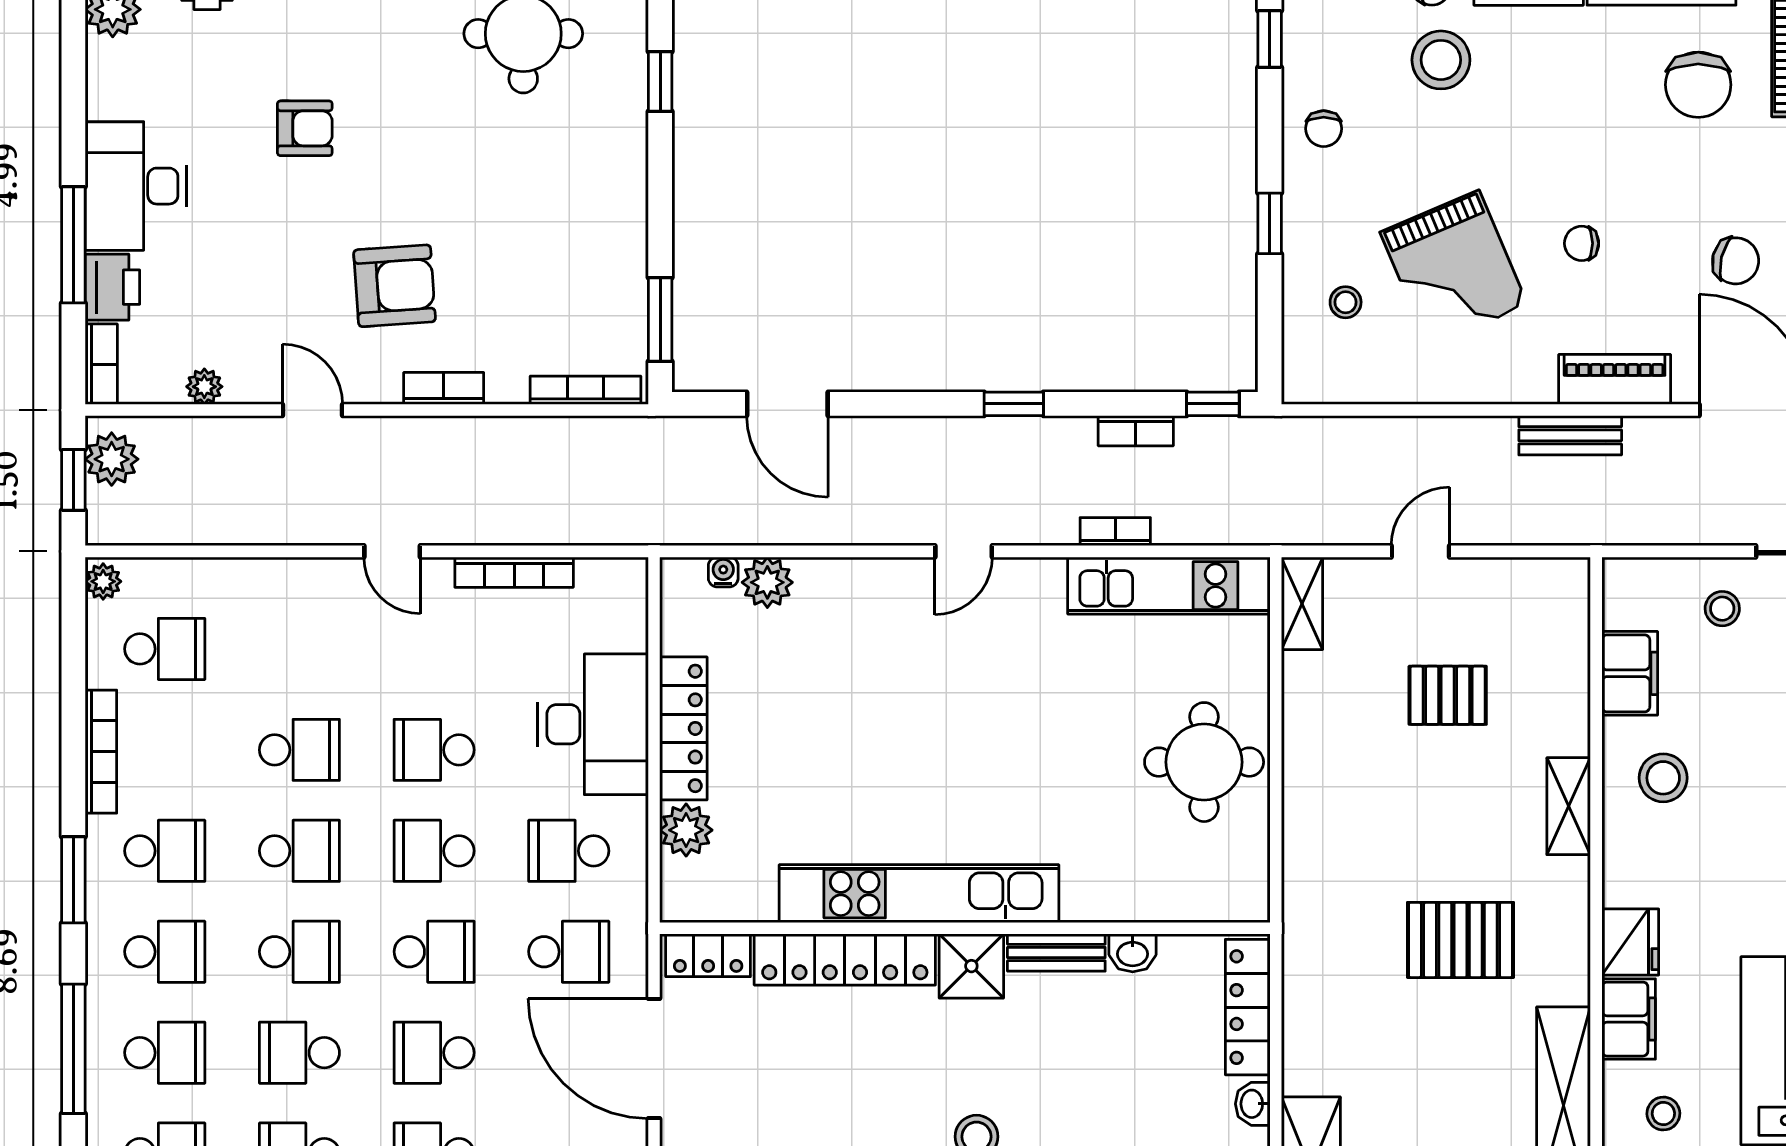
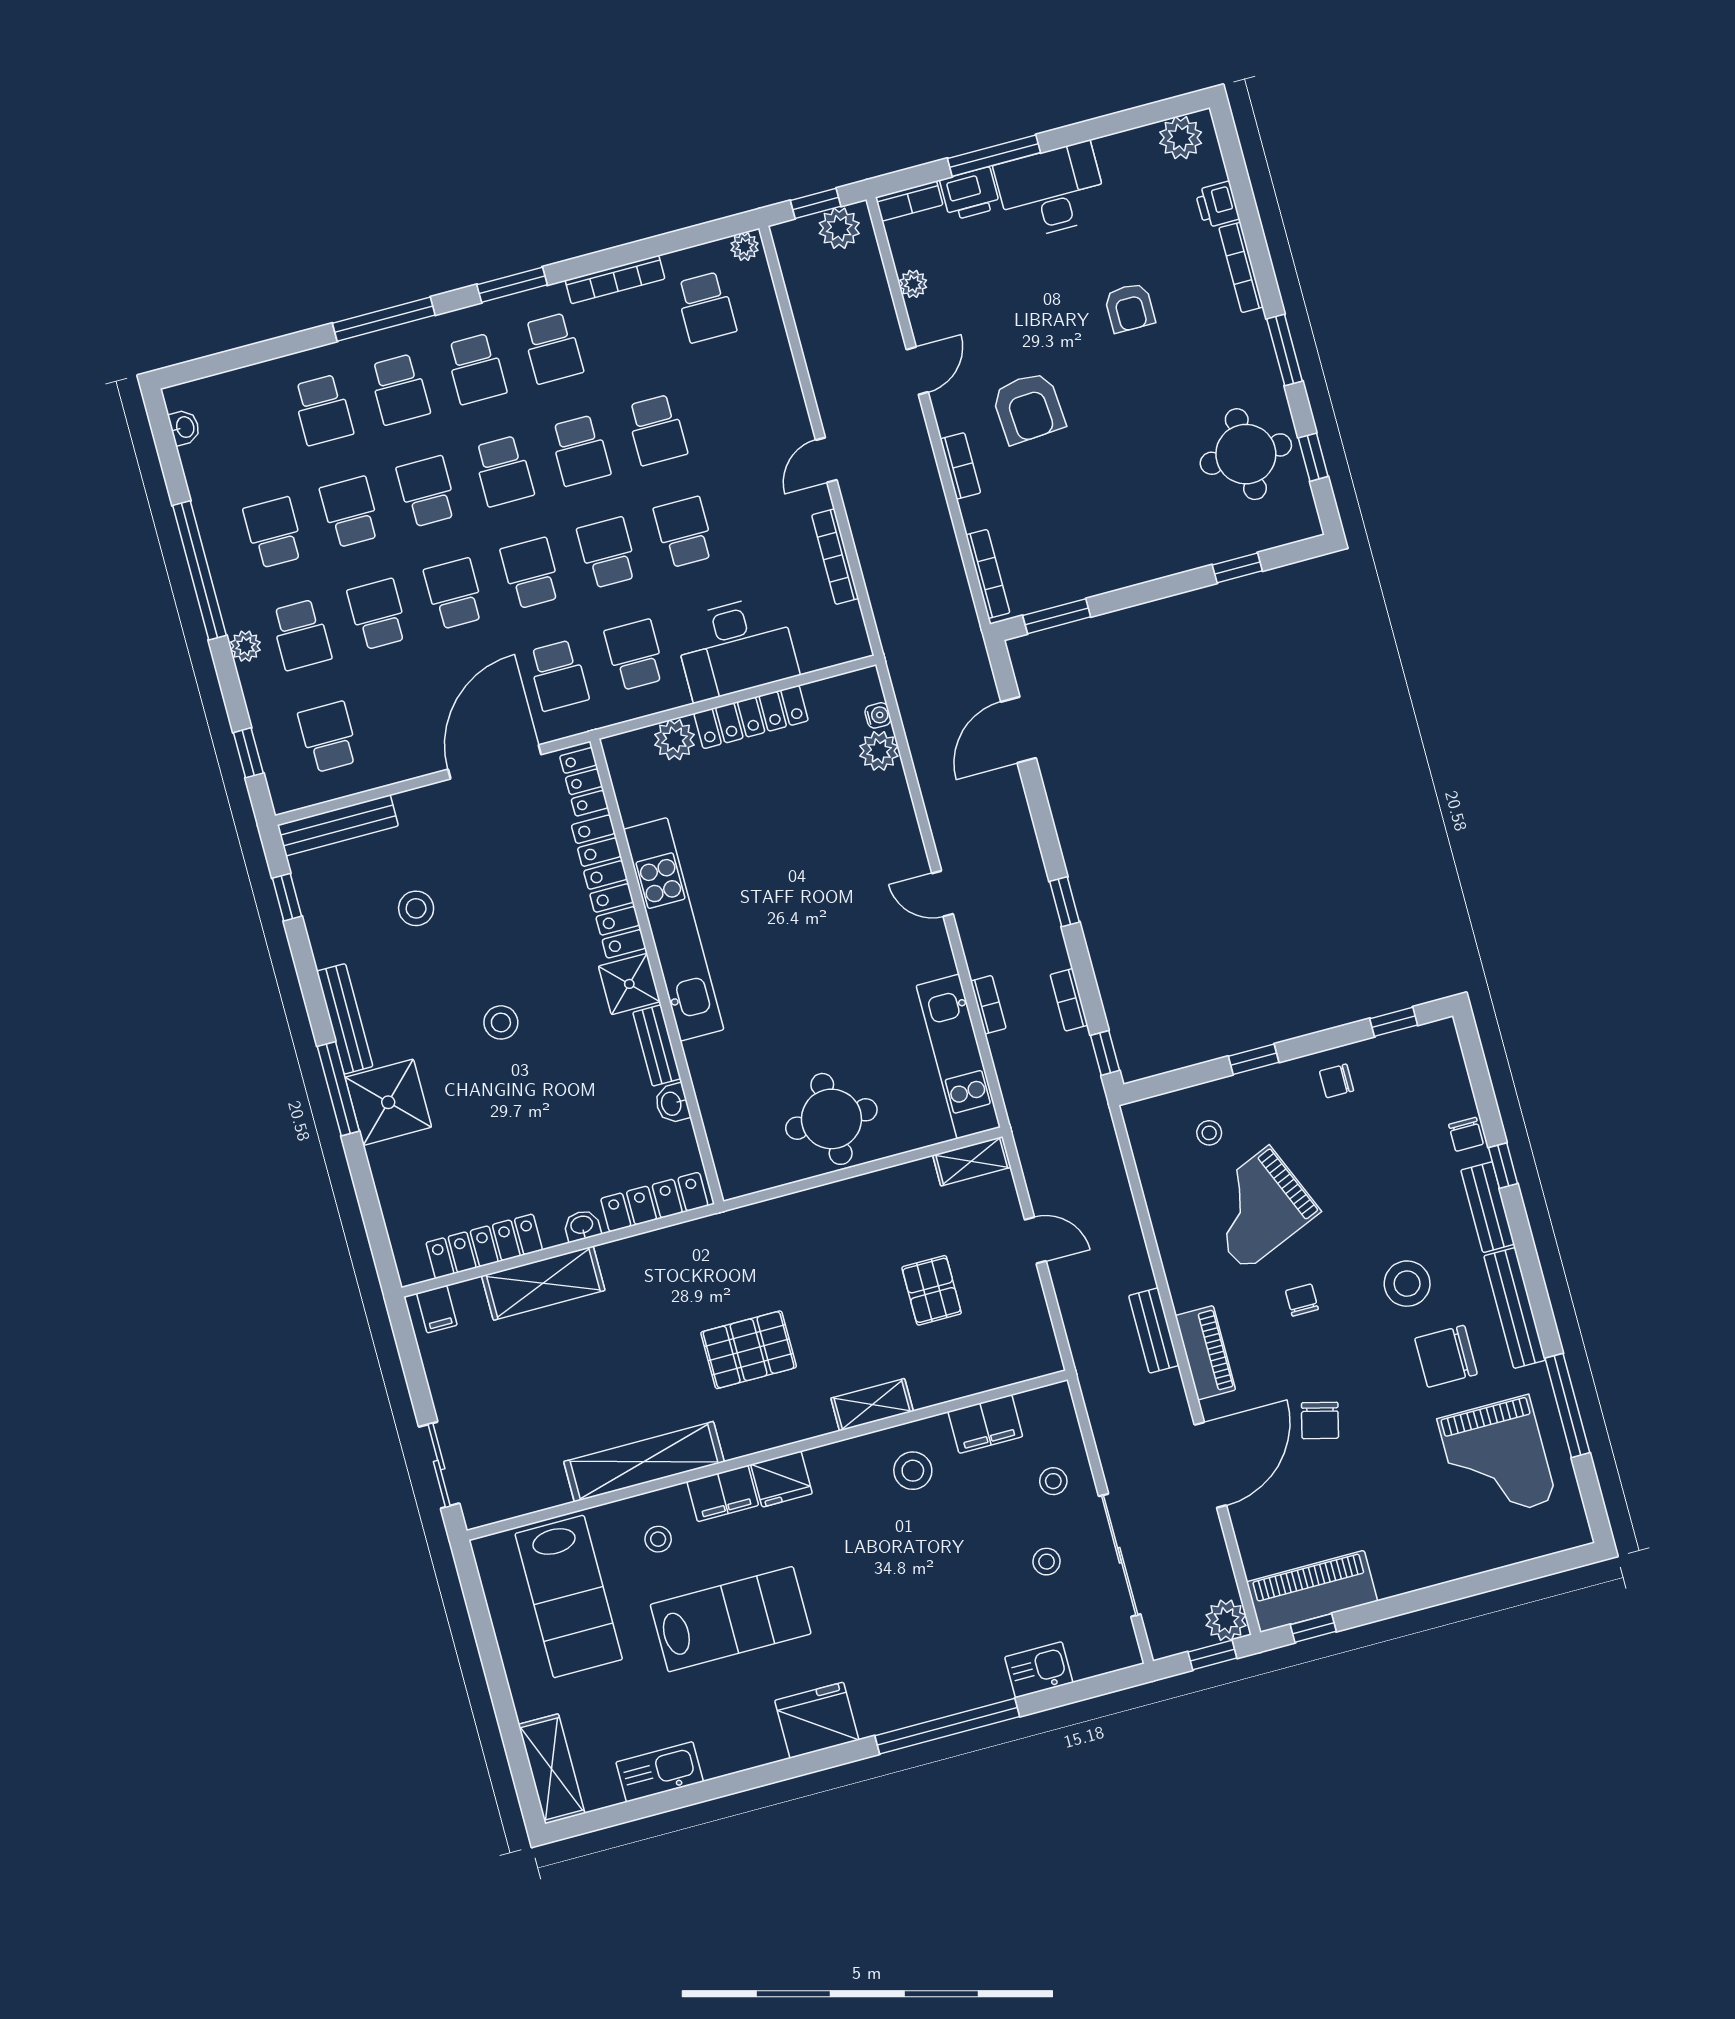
stool: (1441, 60) -> (1407, 1284), moved
pallet: (1460, 940) -> (749, 1350), turned 90
school desk: (434, 952) -> (531, 573), turned 180

